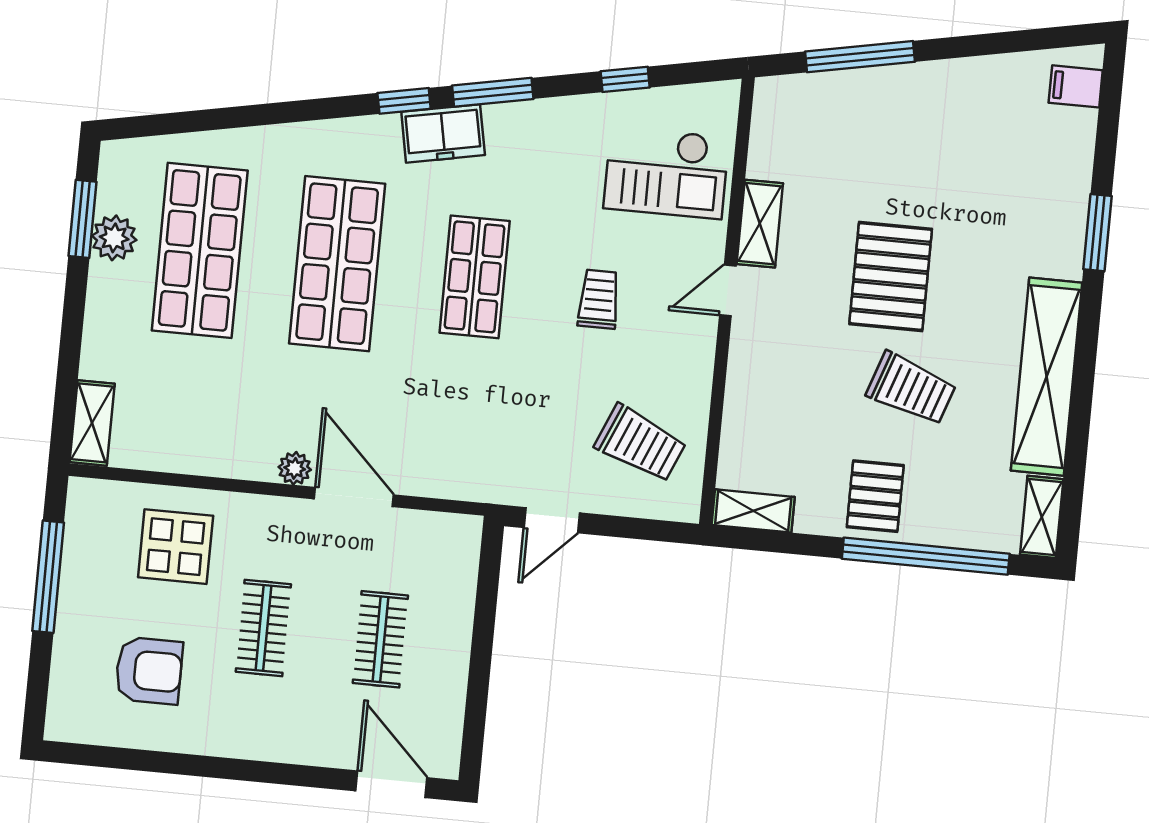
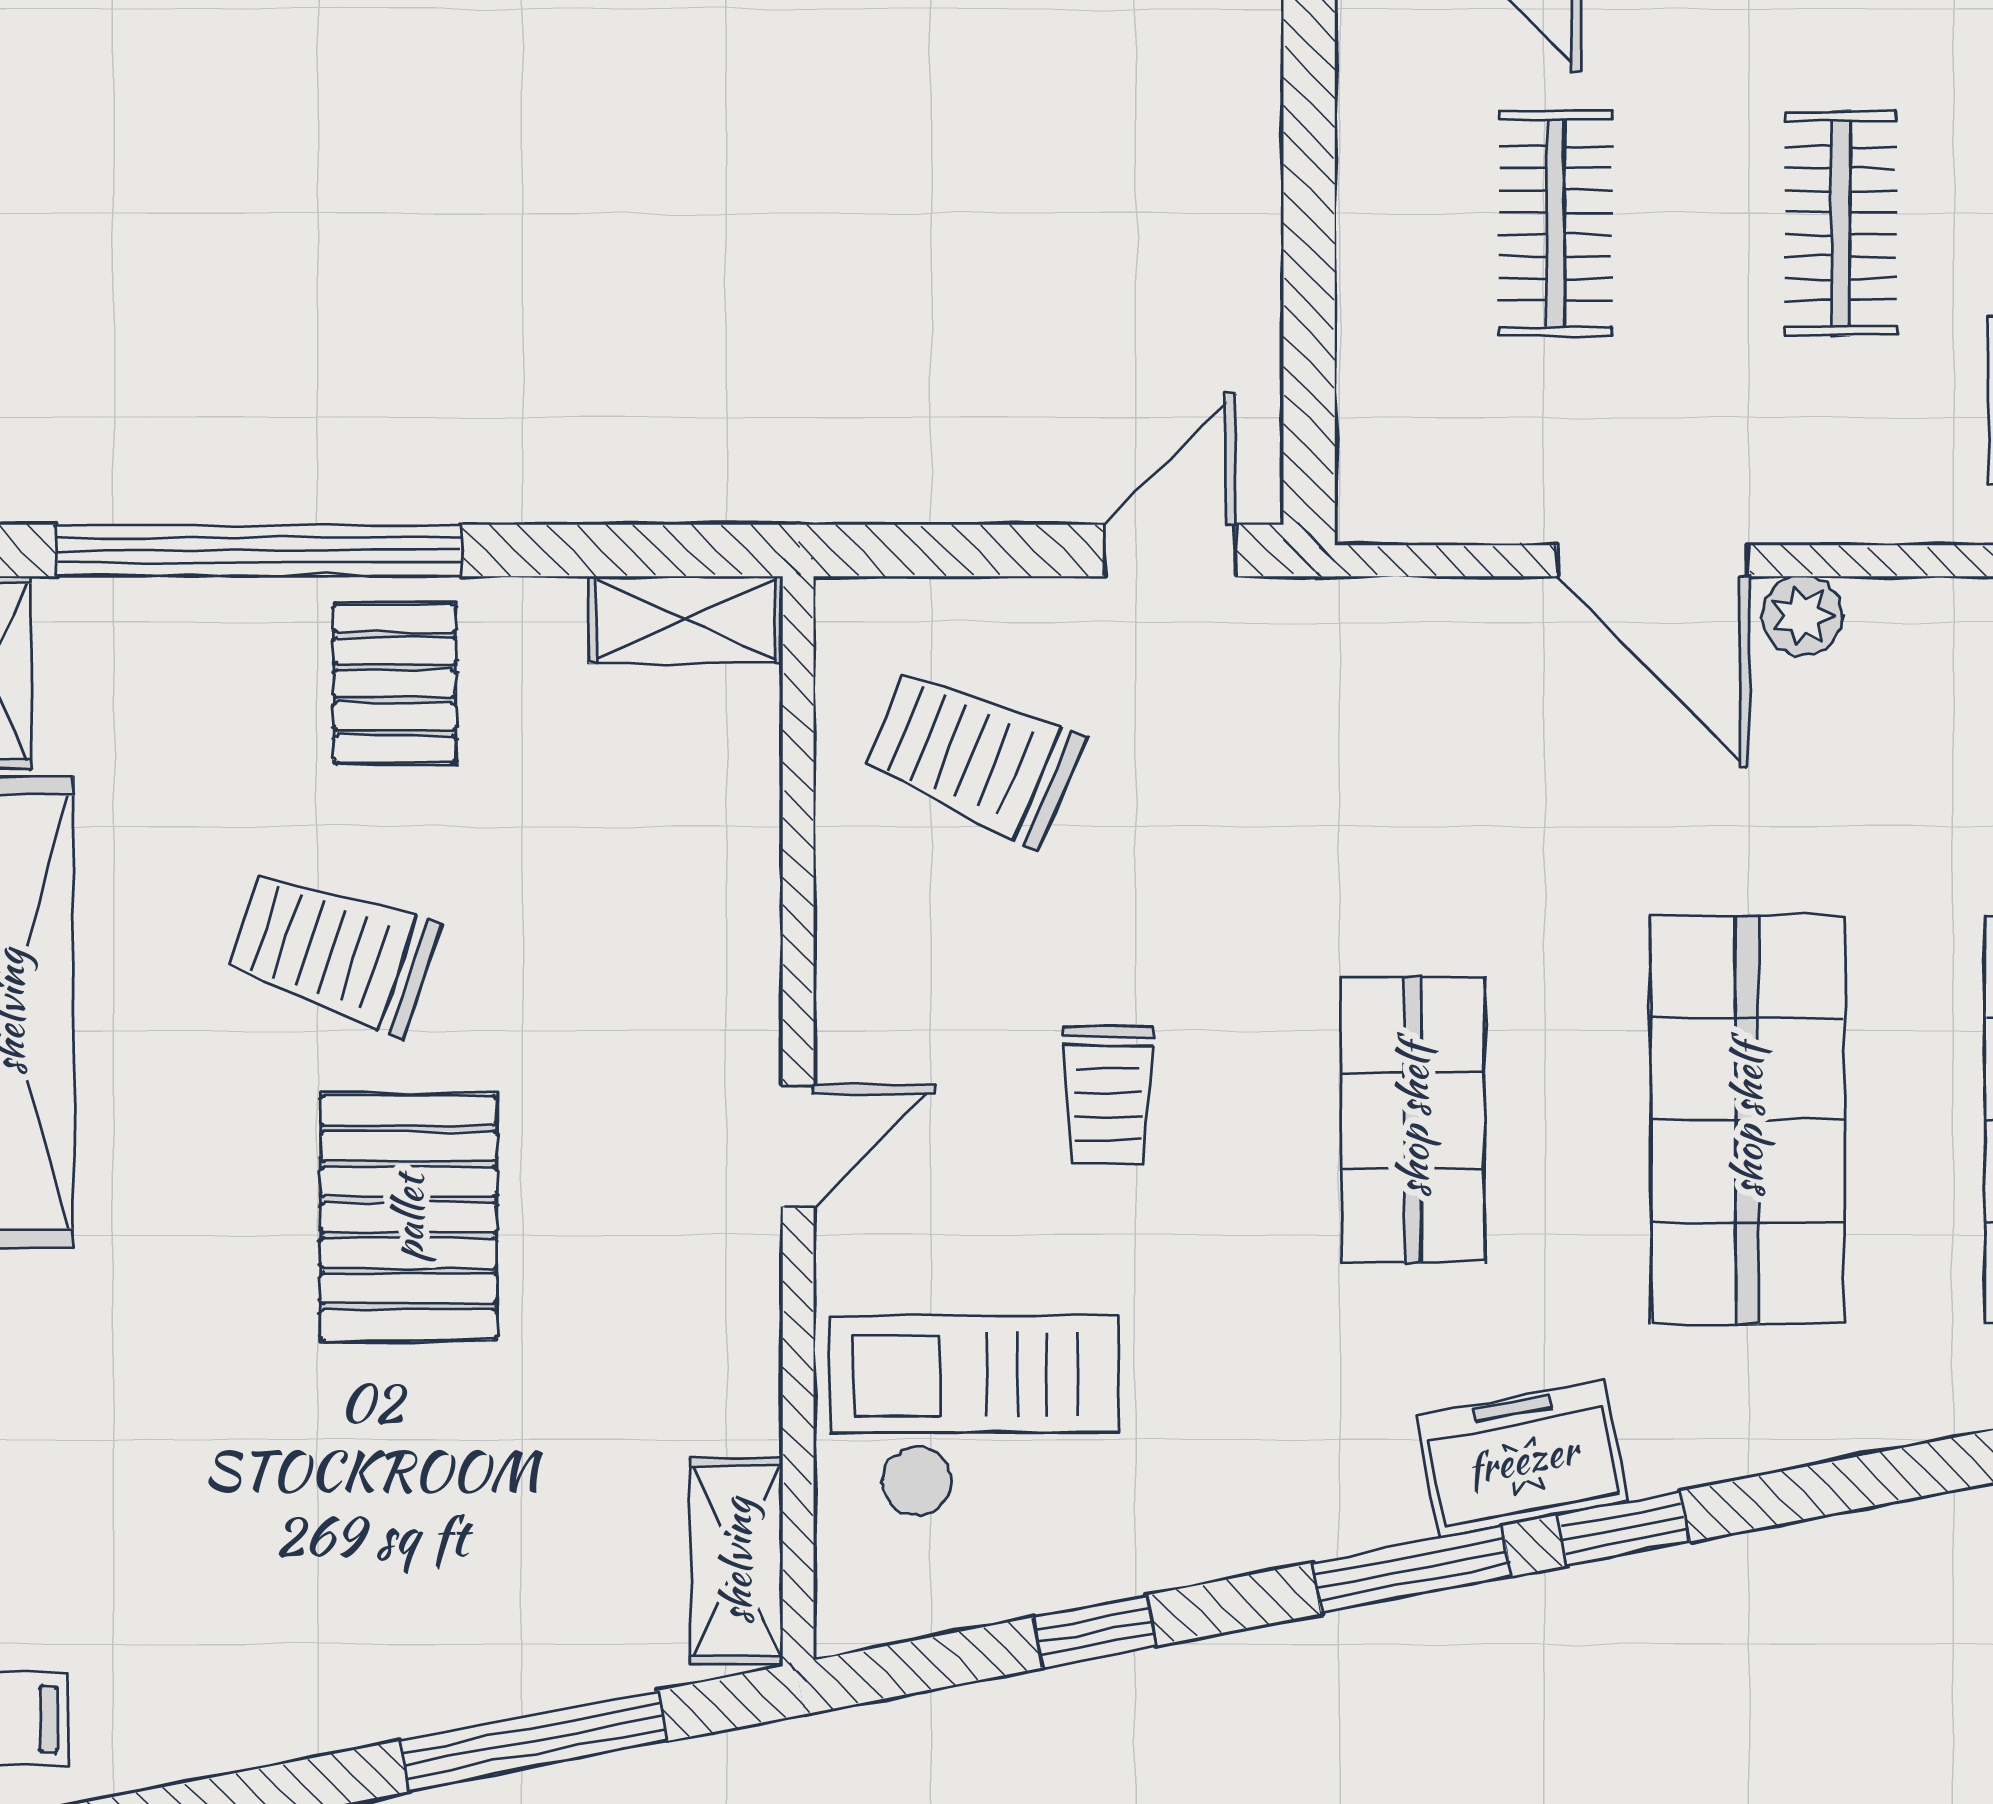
shelving: (760, 224) -> (736, 1561), moved

